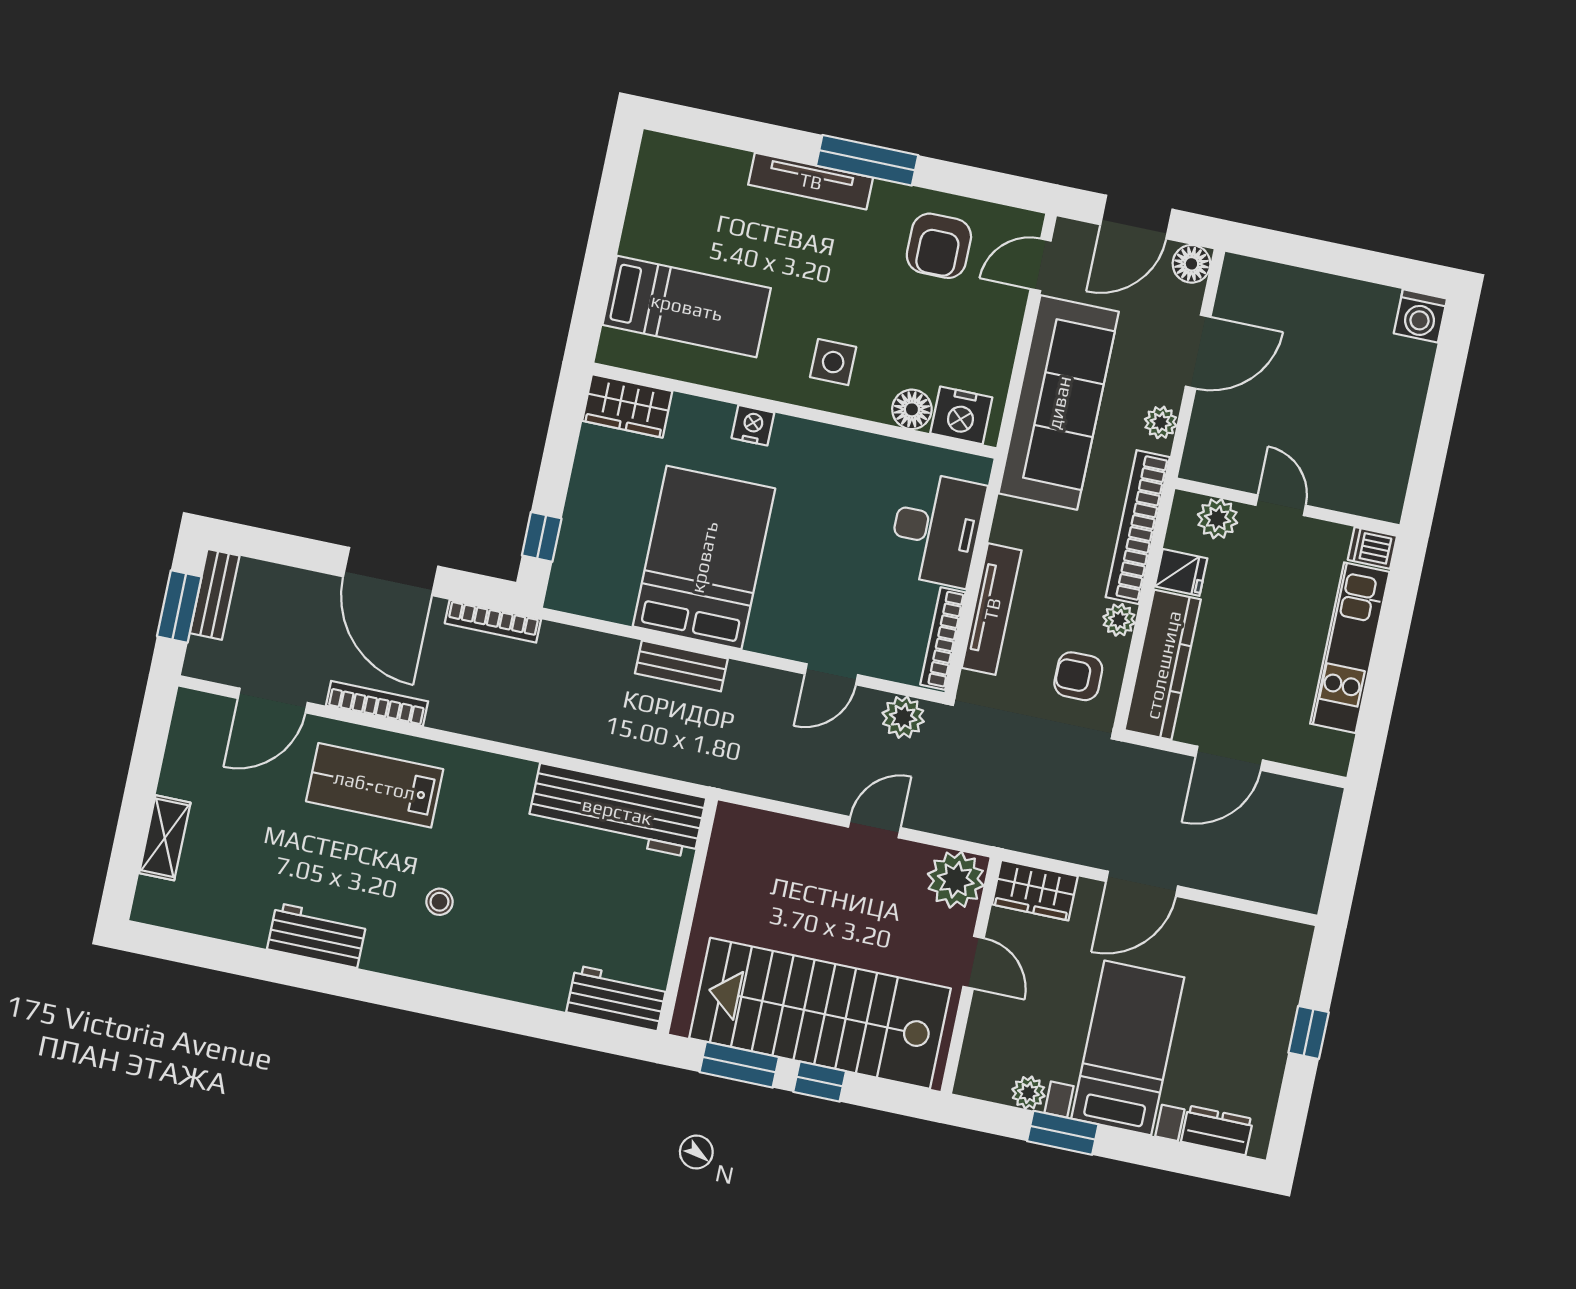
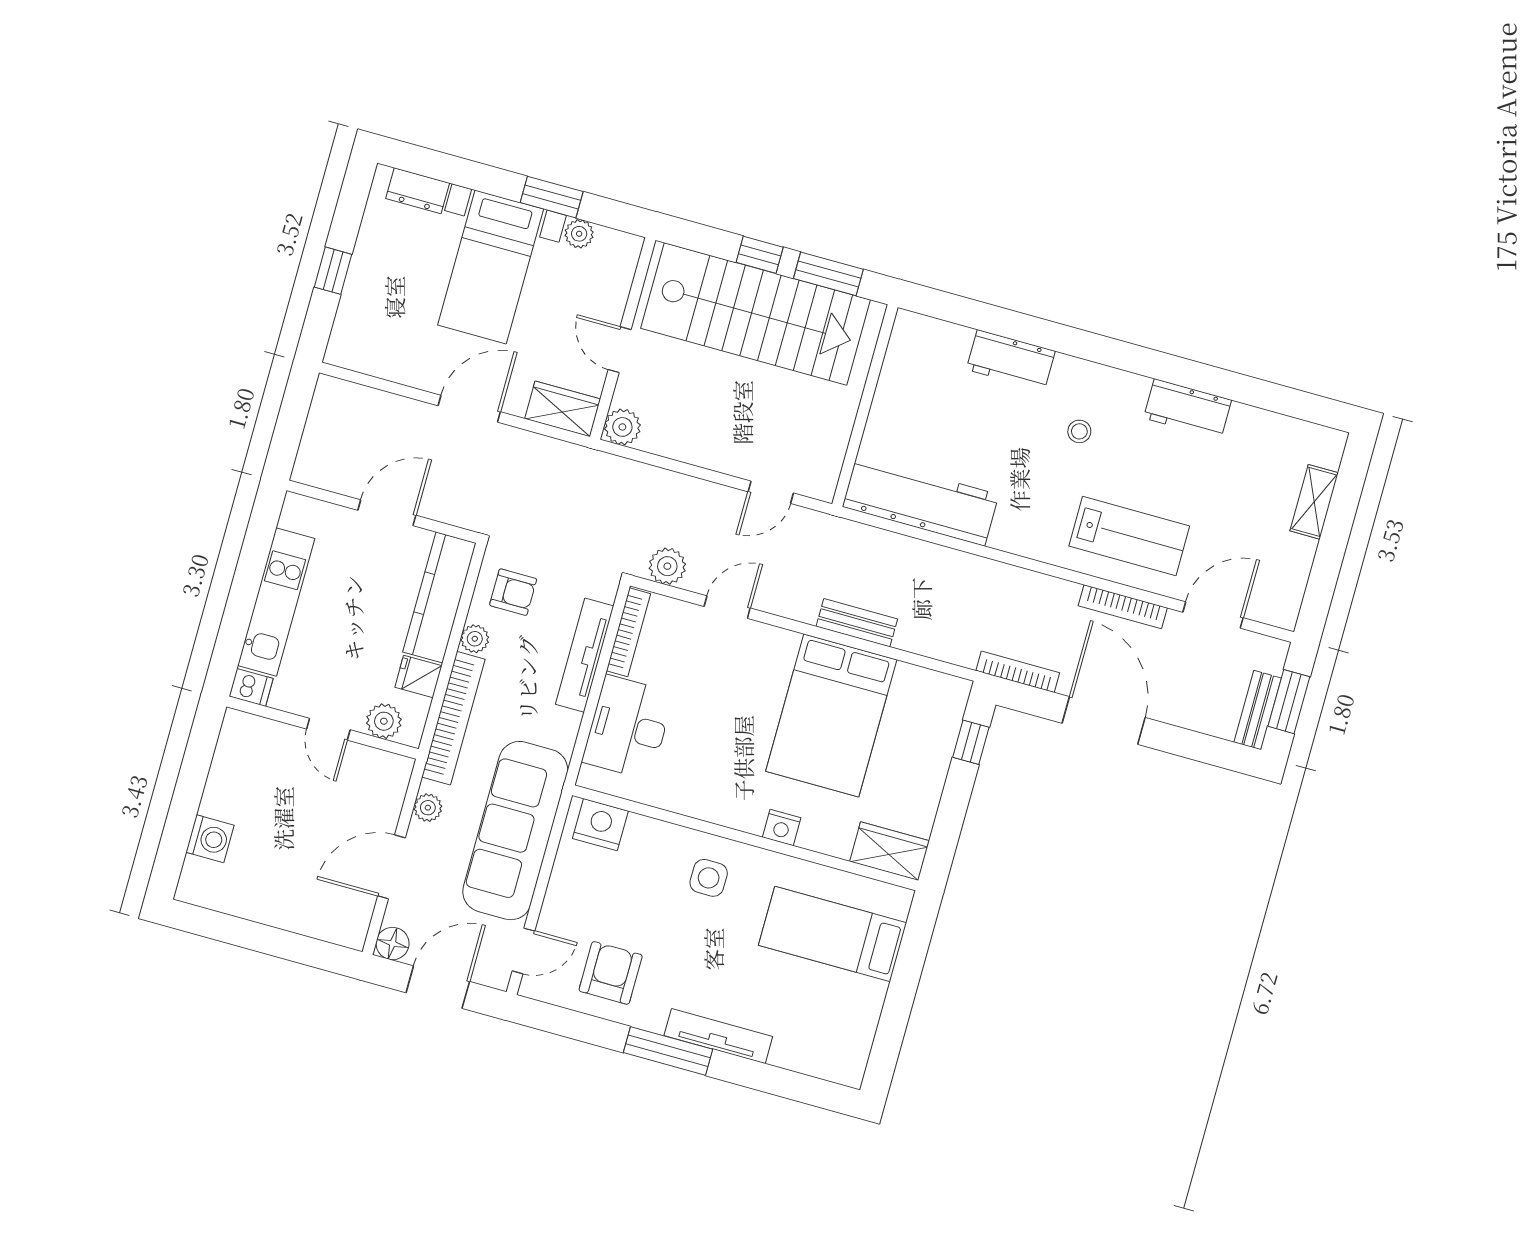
washing machine: (1420, 316) -> (210, 839), moved, turned 90
floor lamp: (912, 409) -> (643, 833), removed
door: (874, 827) -> (771, 492), moved
plant: (956, 880) -> (622, 427), width x0.73, depth x0.73
workbench: (617, 998) -> (1011, 360), moved

